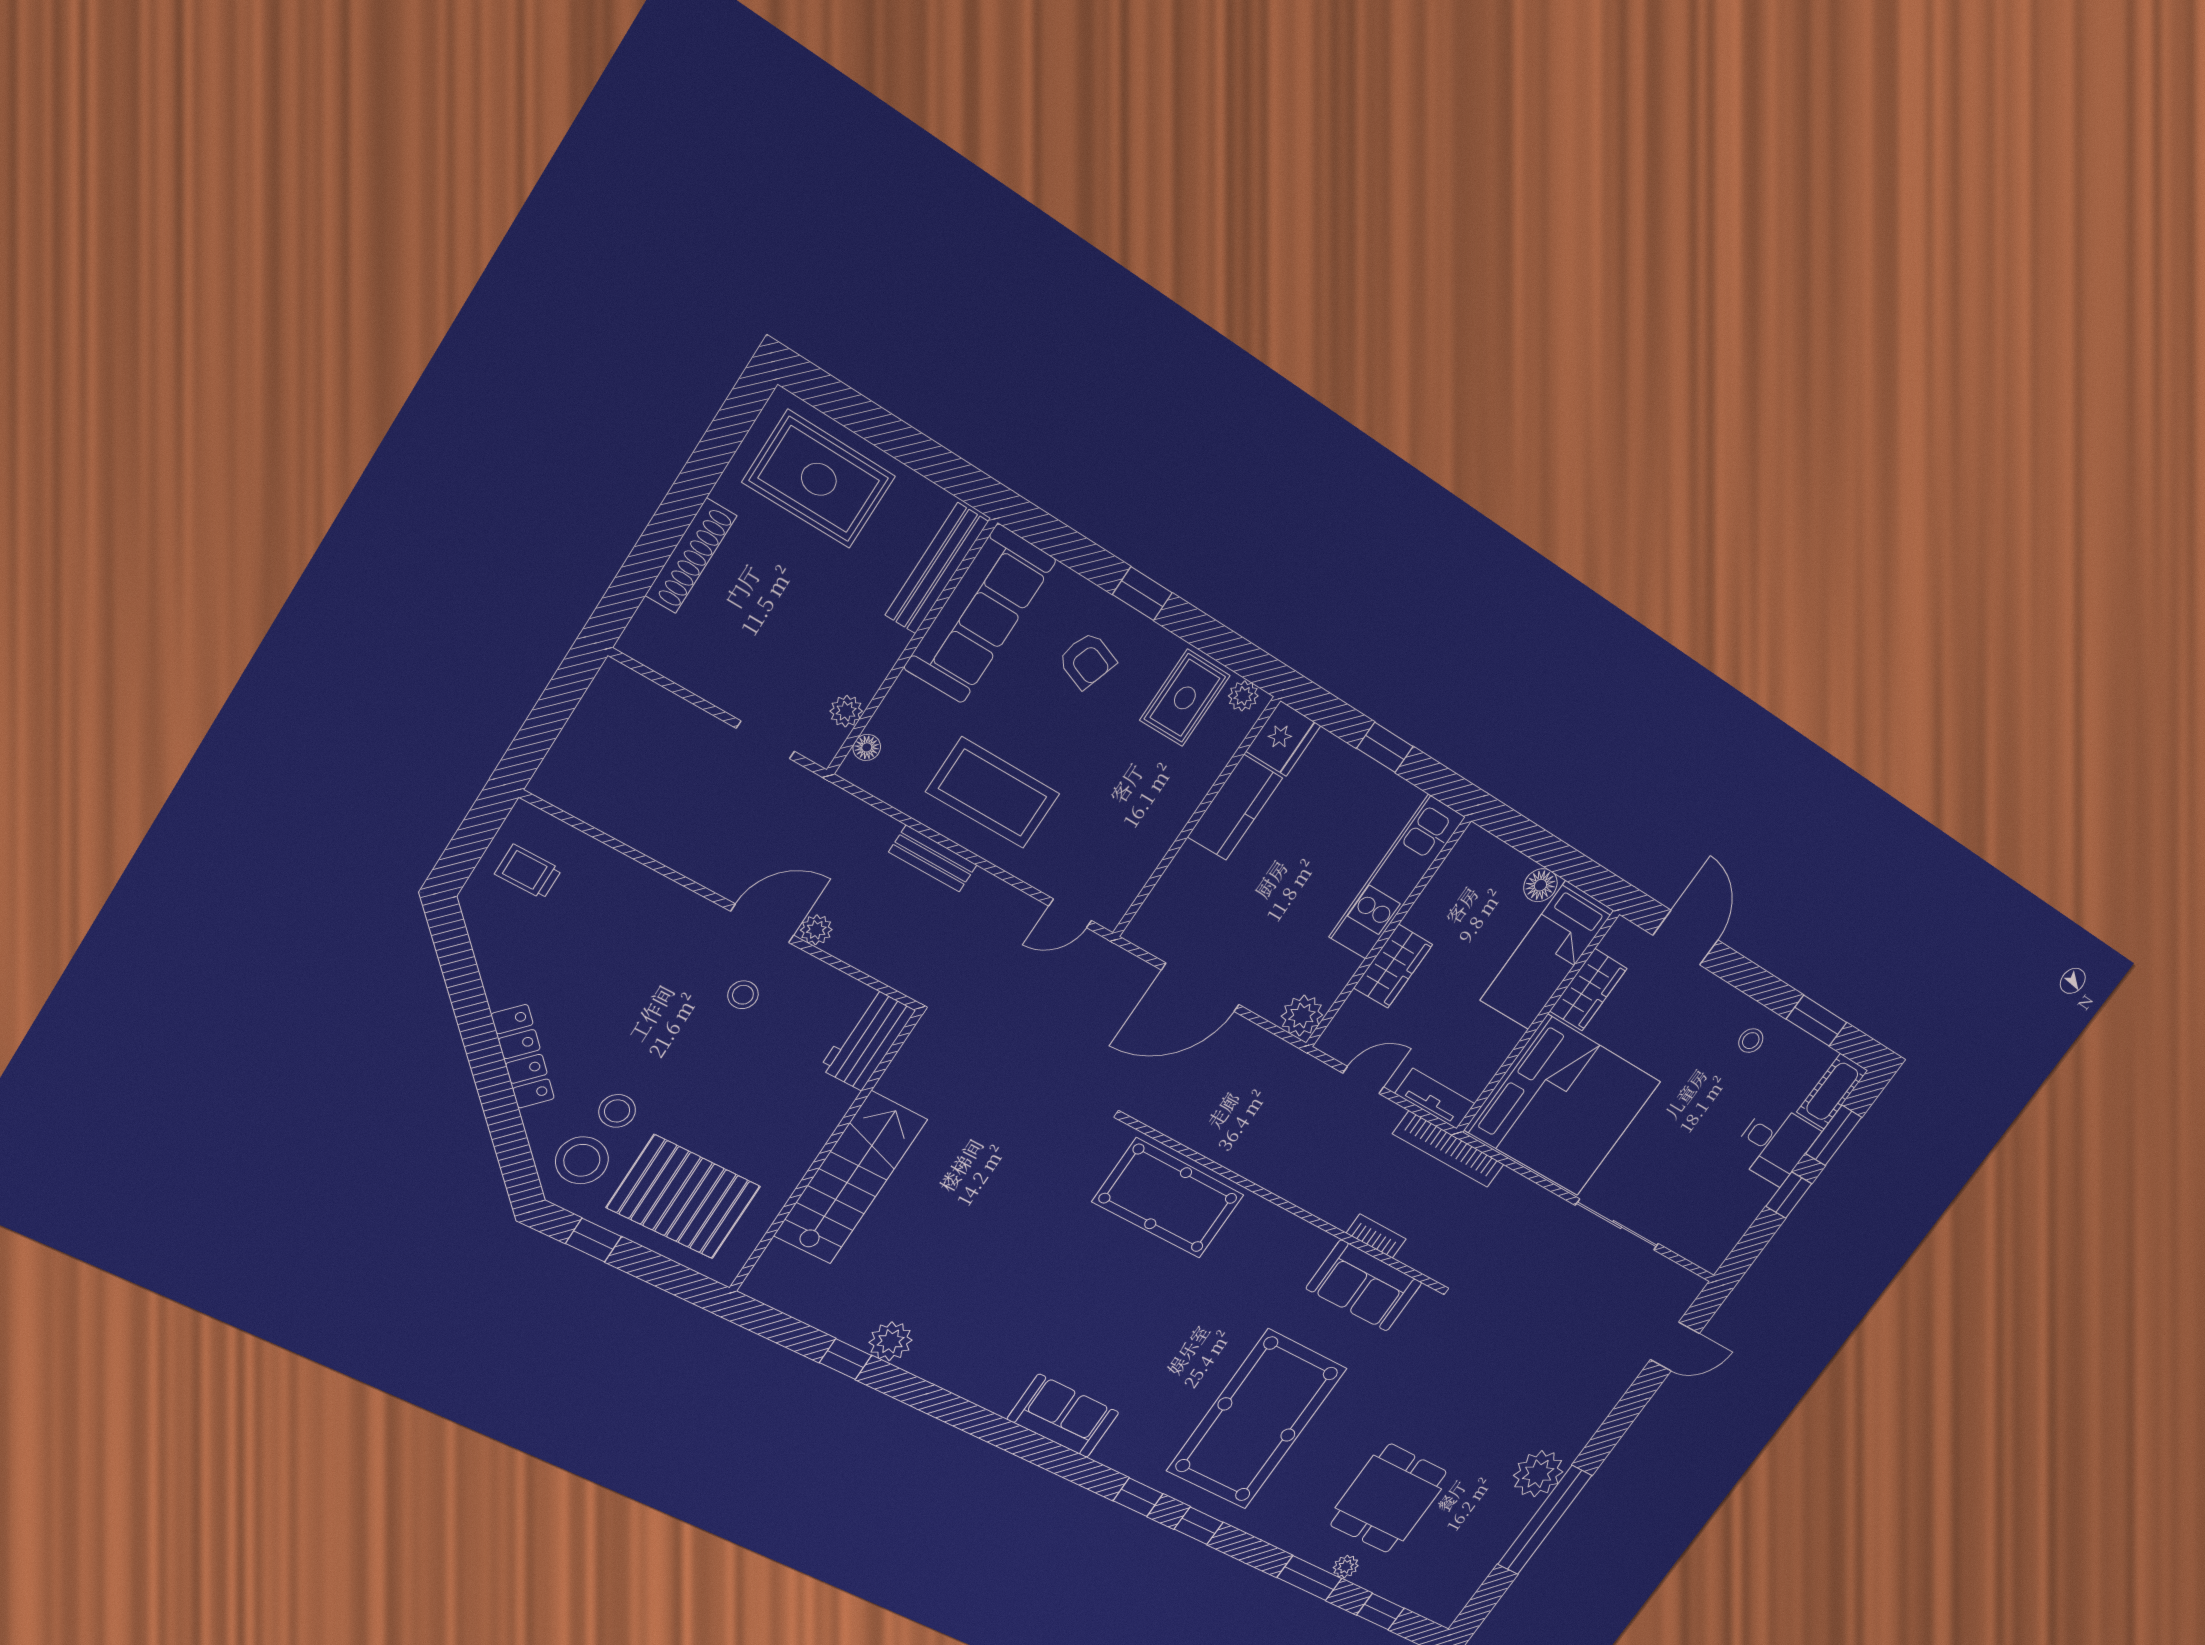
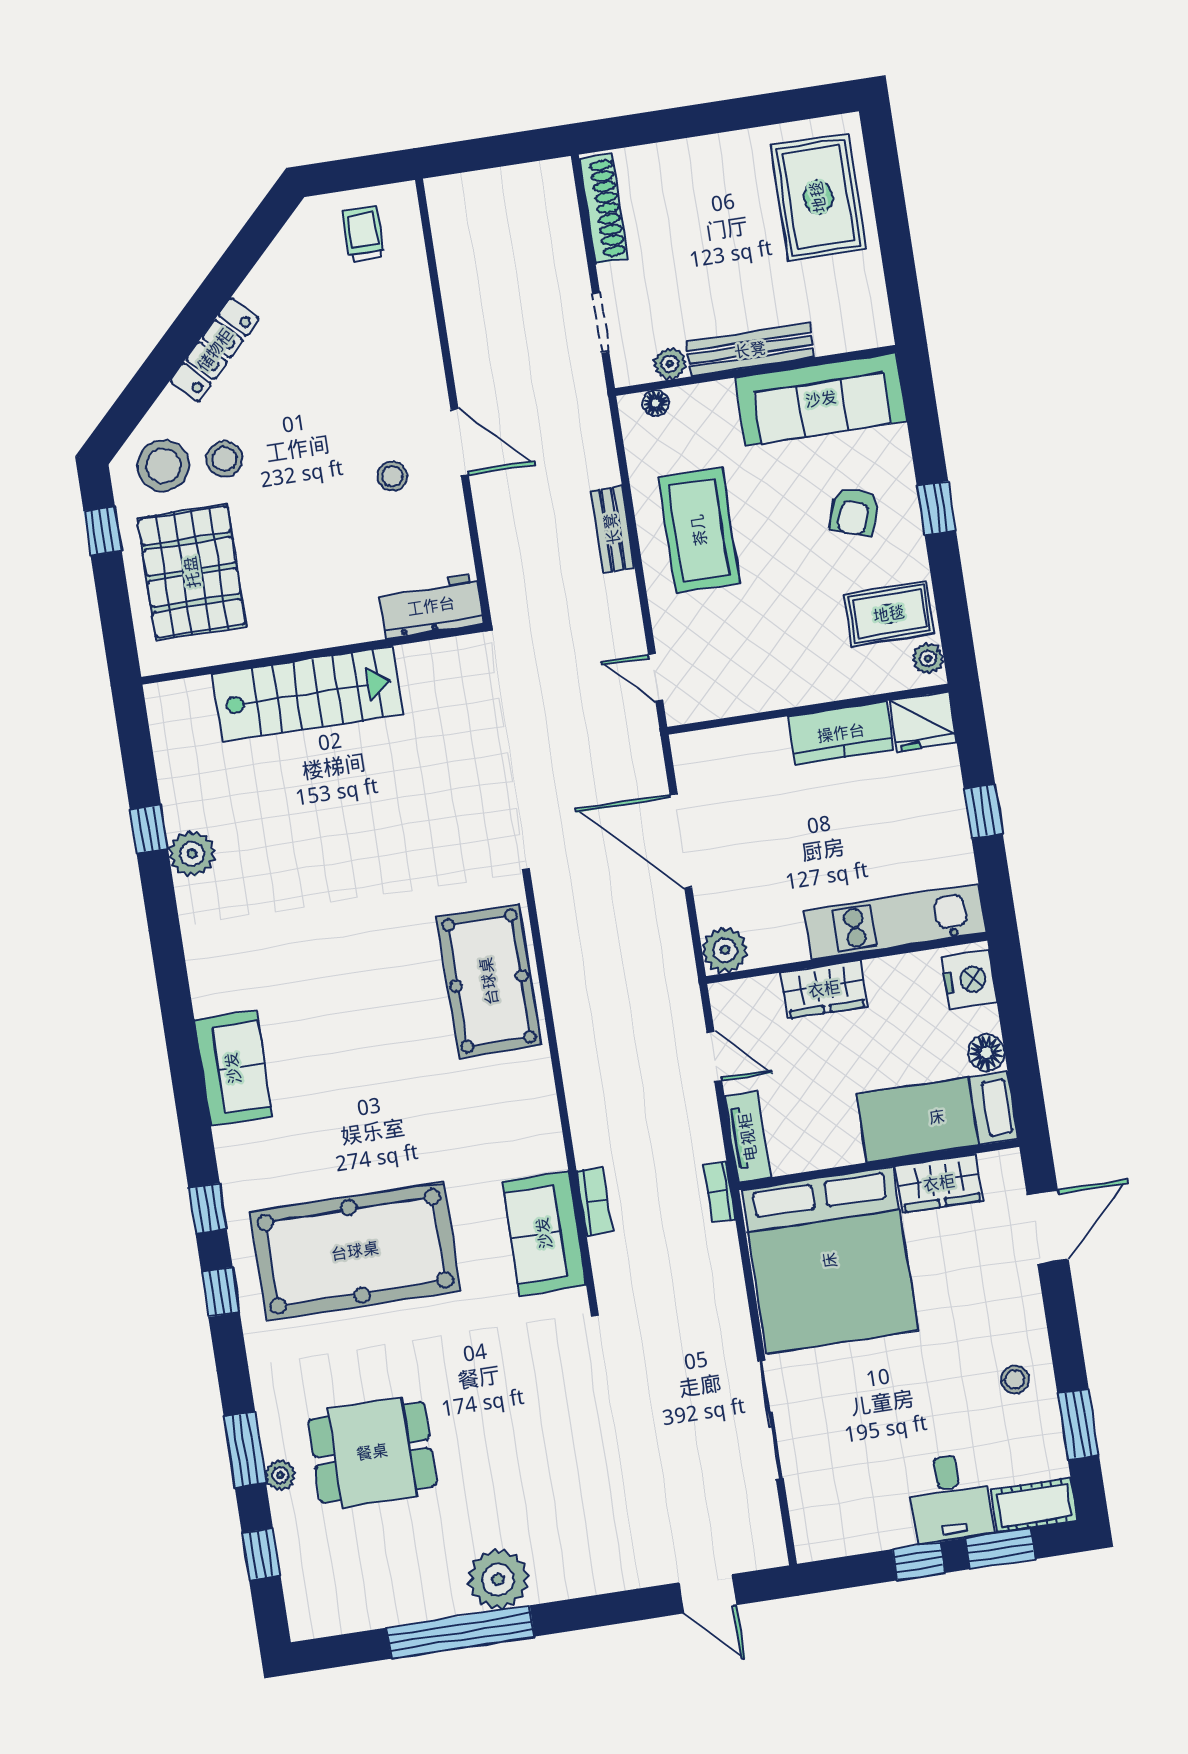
shoe rack: (691, 556) -> (604, 209), moved, turned -90
bench: (937, 568) -> (750, 350), moved
nightstand: (1484, 856) -> (969, 979), added
plant: (816, 930) -> (487, 488), removed
bookcase: (1448, 1149) -> (719, 1192), width x0.43, depth x0.76

